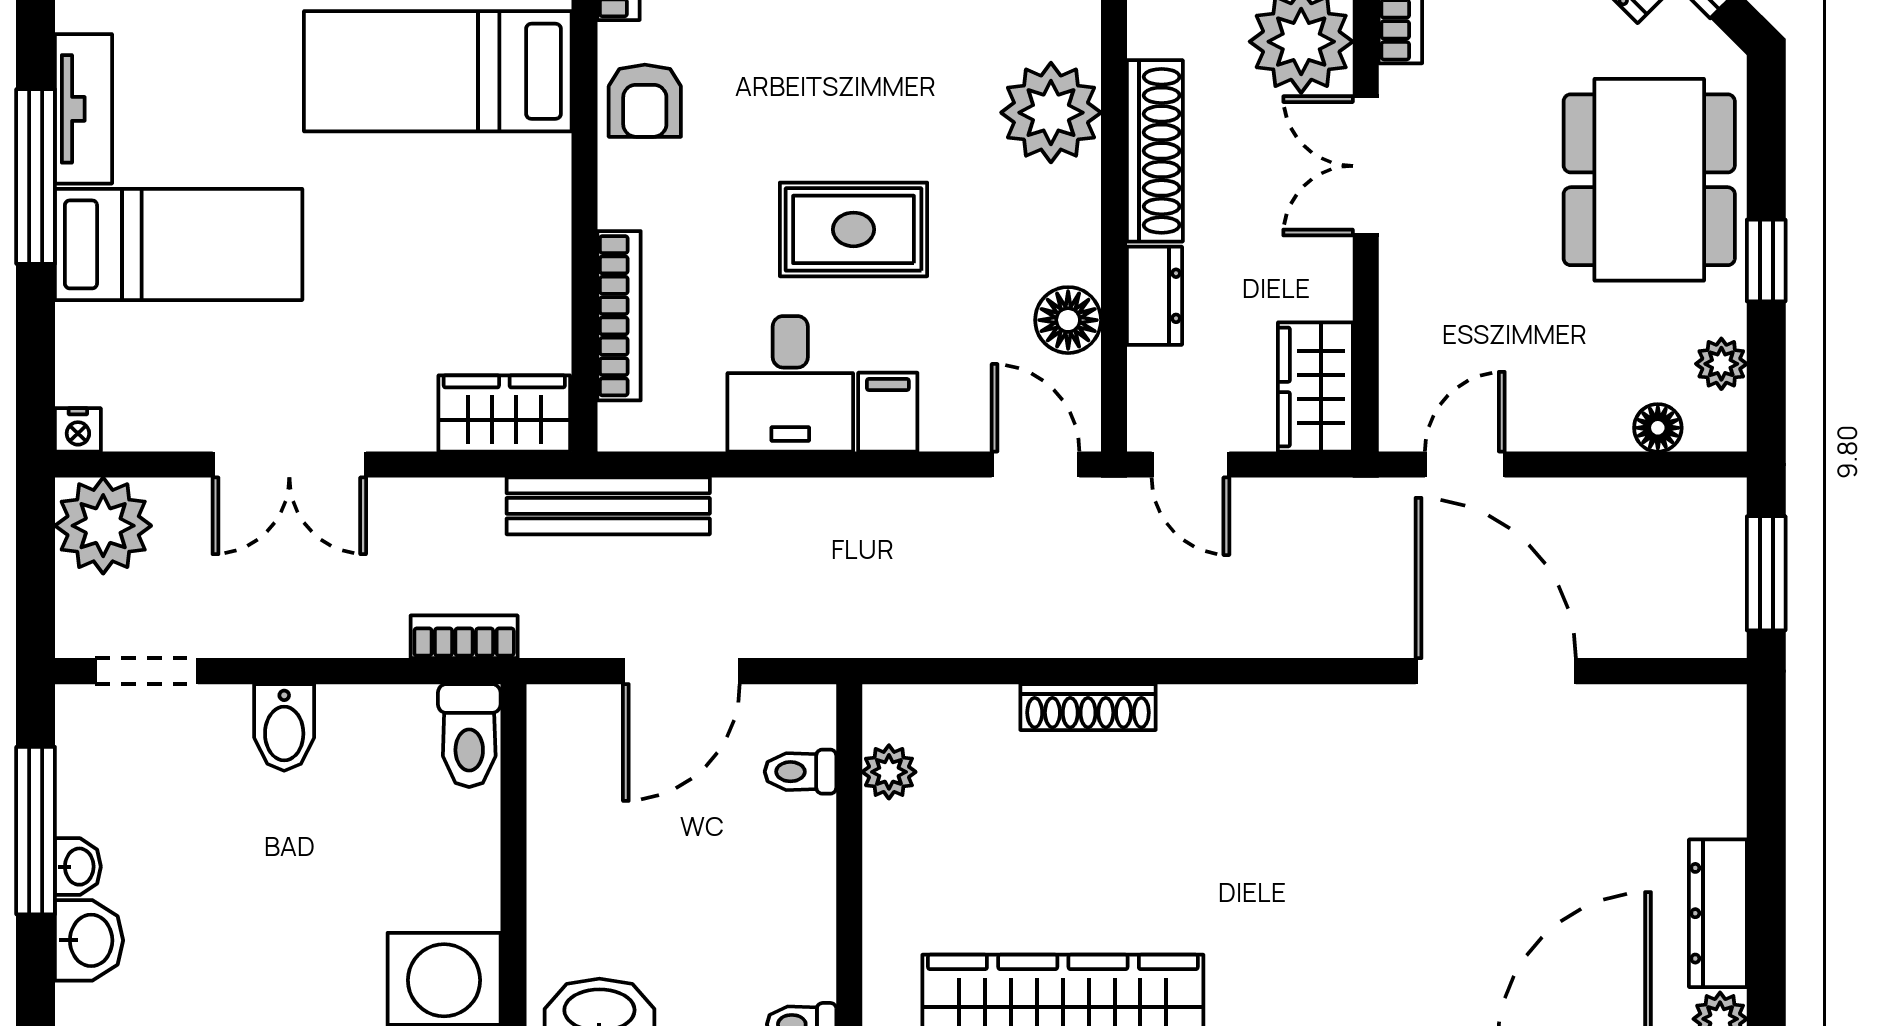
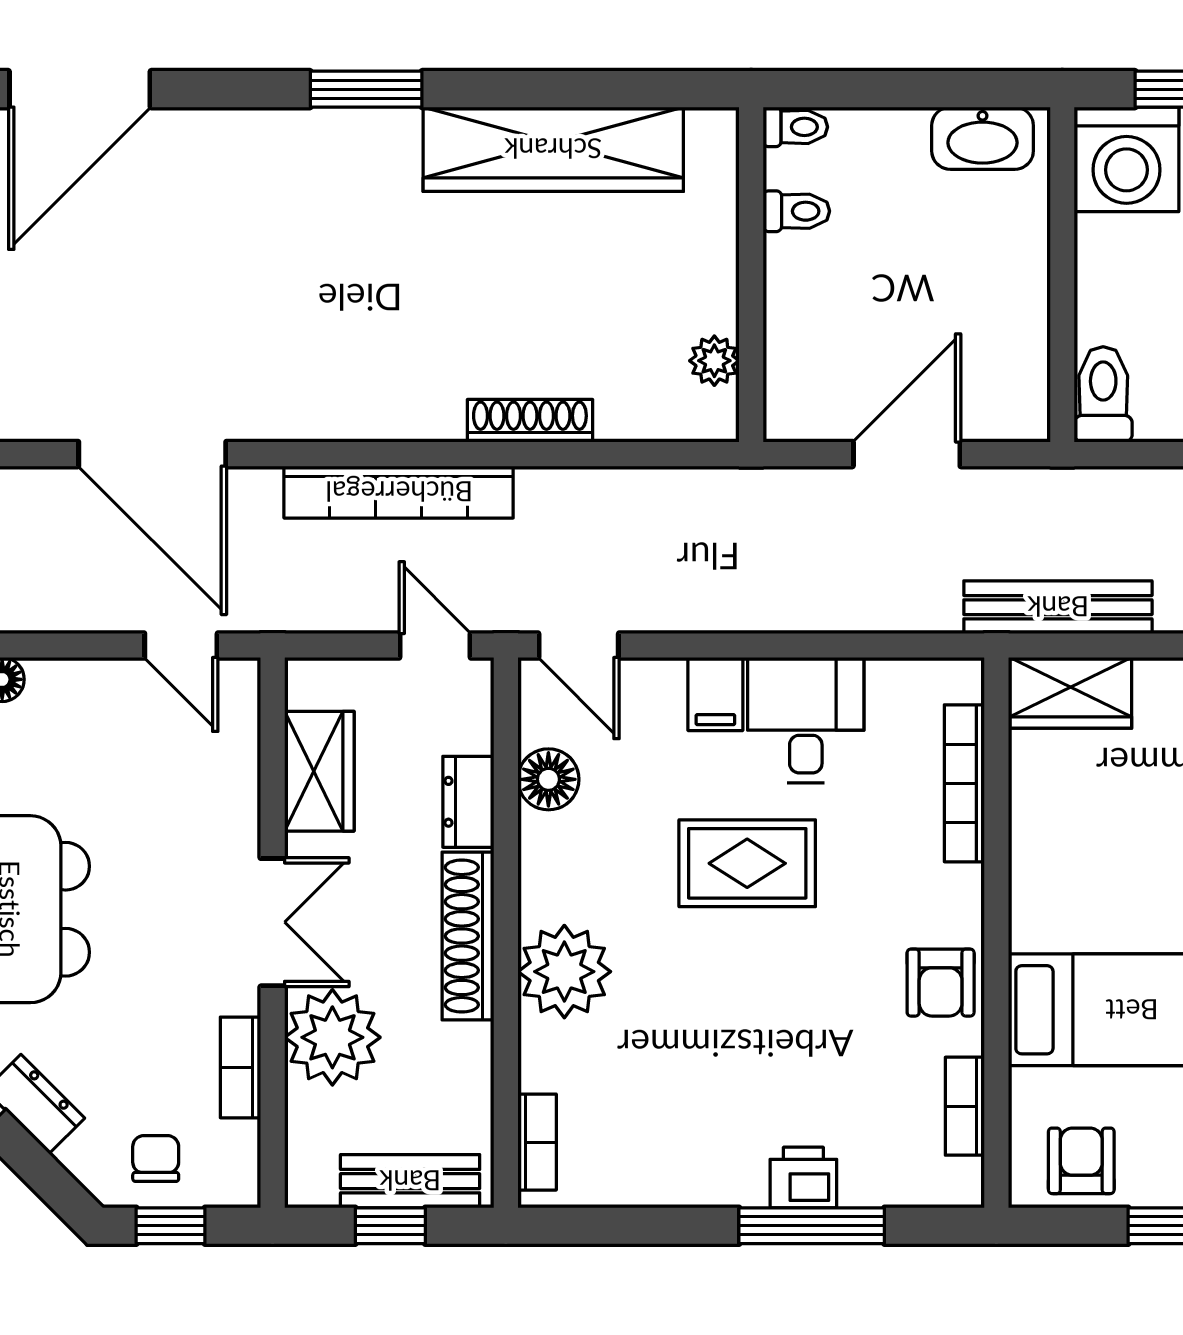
armchair: (645, 101) -> (941, 983), turned 180
wardrobe: (1315, 387) -> (319, 771), moved
door: (1465, 465) -> (181, 645), hinge flipped
bench: (608, 506) -> (1058, 607), moved
bookcase: (464, 637) -> (399, 492), moved, width x2.31, depth x1.31
toilet: (800, 772) -> (796, 211), moved

